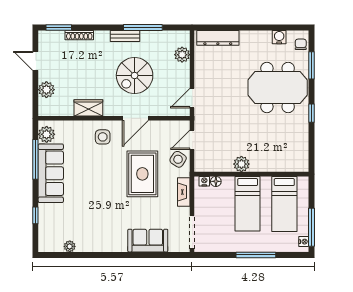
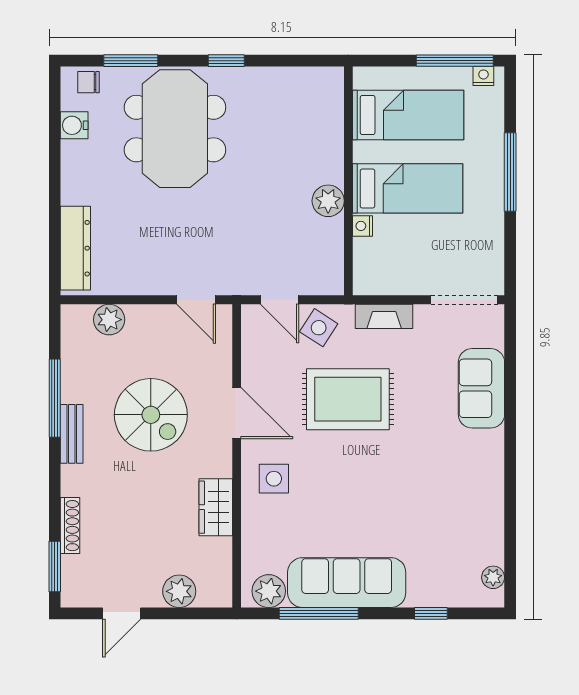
nightstand: (204, 181) -> (362, 226), moved
floor lamp: (216, 181) -> (363, 252), removed
plant: (70, 246) -> (493, 577), moved

